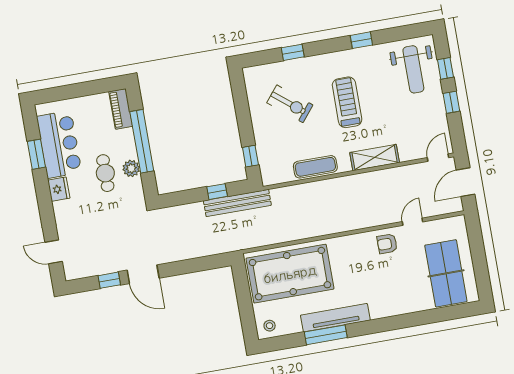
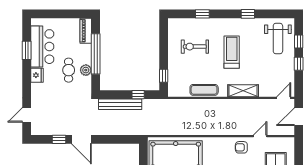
exercise bike: (290, 104) -> (195, 47), turned 141
bench: (237, 203) -> (120, 104), moved
door: (54, 252) -> (27, 115), hinge flipped

